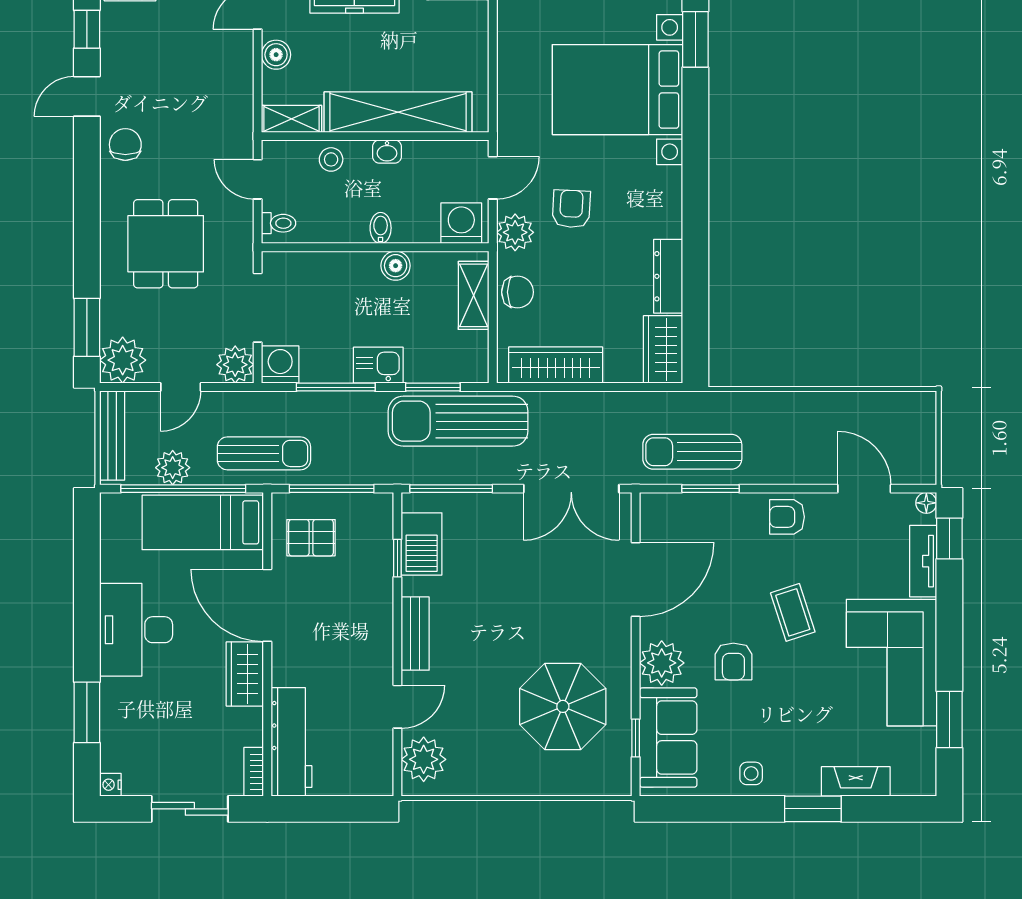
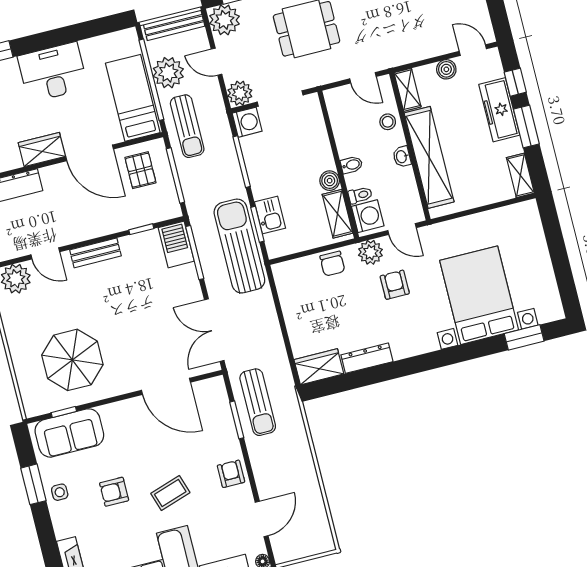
door: (258, 179) -> (363, 78), swing flipped
armchair: (571, 209) -> (395, 285), turned -93
toilet: (279, 223) -> (360, 195), moved, turned -90
shelving: (474, 295) -> (337, 214), moved, turned 90
kitchen sink: (378, 365) -> (270, 215), moved
wardrobe: (556, 365) -> (291, 300), removed
sun lounger: (692, 452) -> (258, 402), turned 180
plant: (173, 468) -> (168, 73), width x1.36, depth x1.36
barbecue: (422, 544) -> (176, 244), moved, turned 90
door: (267, 605) -> (90, 153), swing flipped
armchair: (733, 661) -> (114, 492), moved
plant: (662, 663) -> (116, 417), removed
window: (813, 809) -> (33, 484), moved

